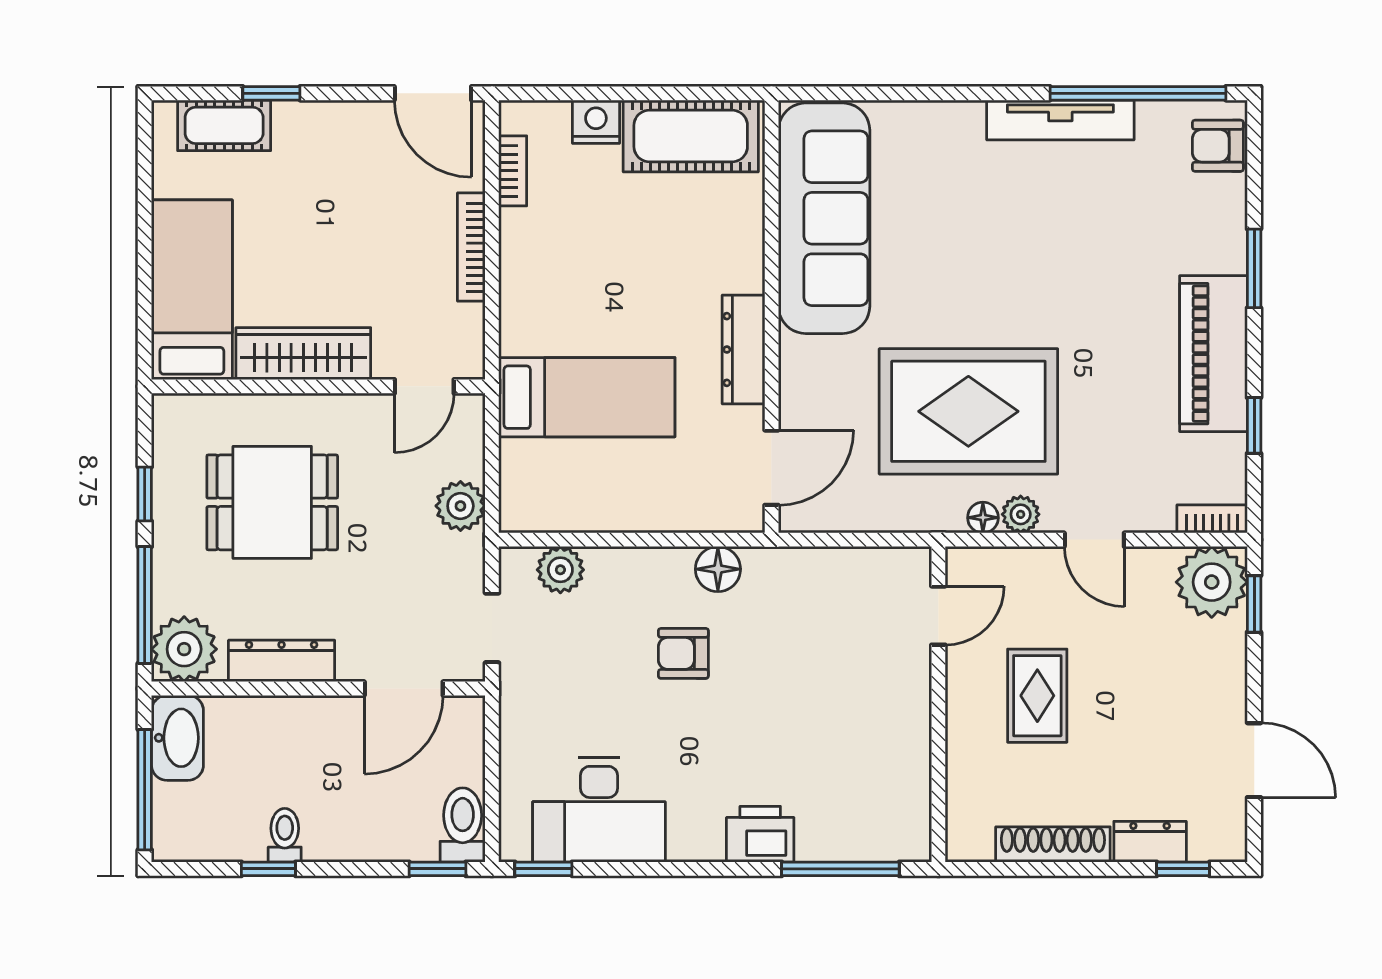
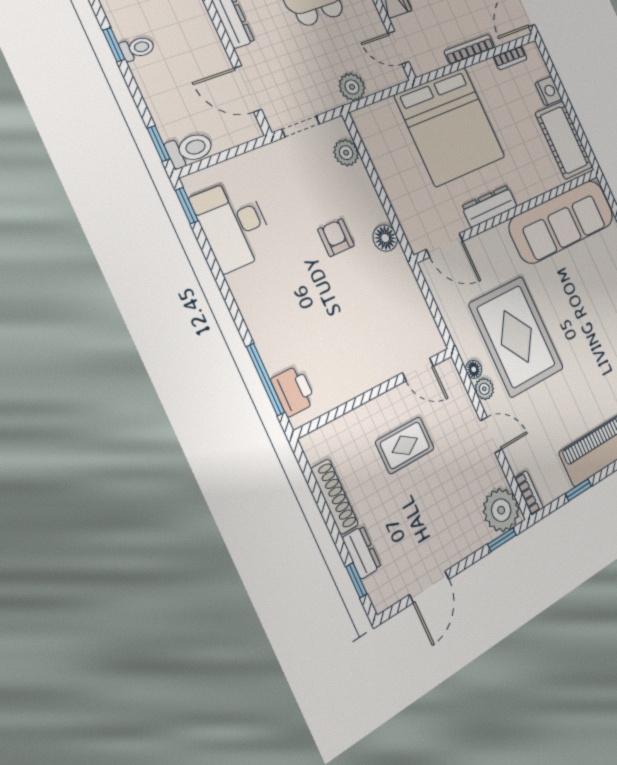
bed: (587, 397) -> (450, 127), width x2.04
door: (1094, 540) -> (491, 435), swing flipped
printer: (760, 834) -> (293, 391), moved

